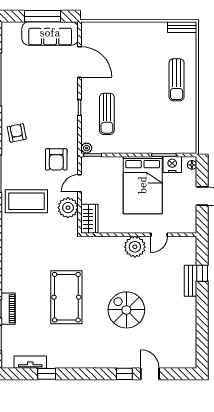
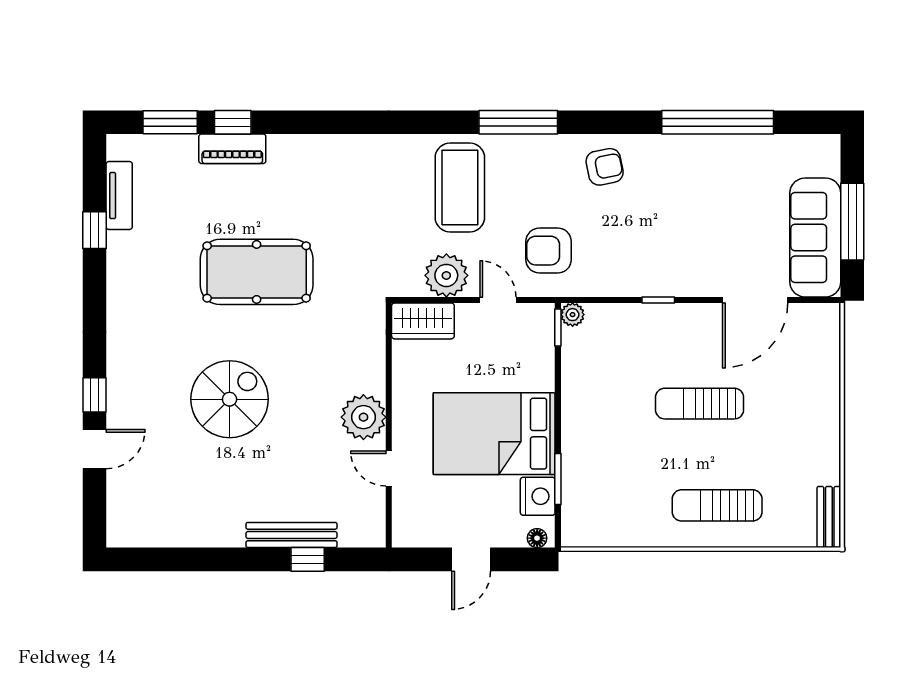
sun lounger: (107, 114) -> (700, 404), moved
bench: (191, 281) -> (292, 535), width x1.36

